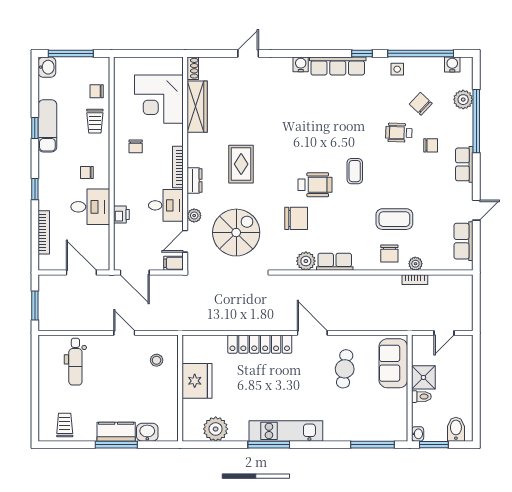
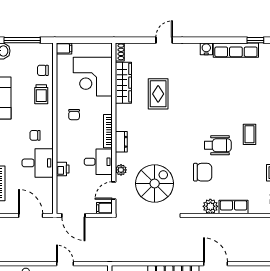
filing cabinet: (123, 64) -> (64, 48), added
rug: (241, 164) -> (158, 94), moved

